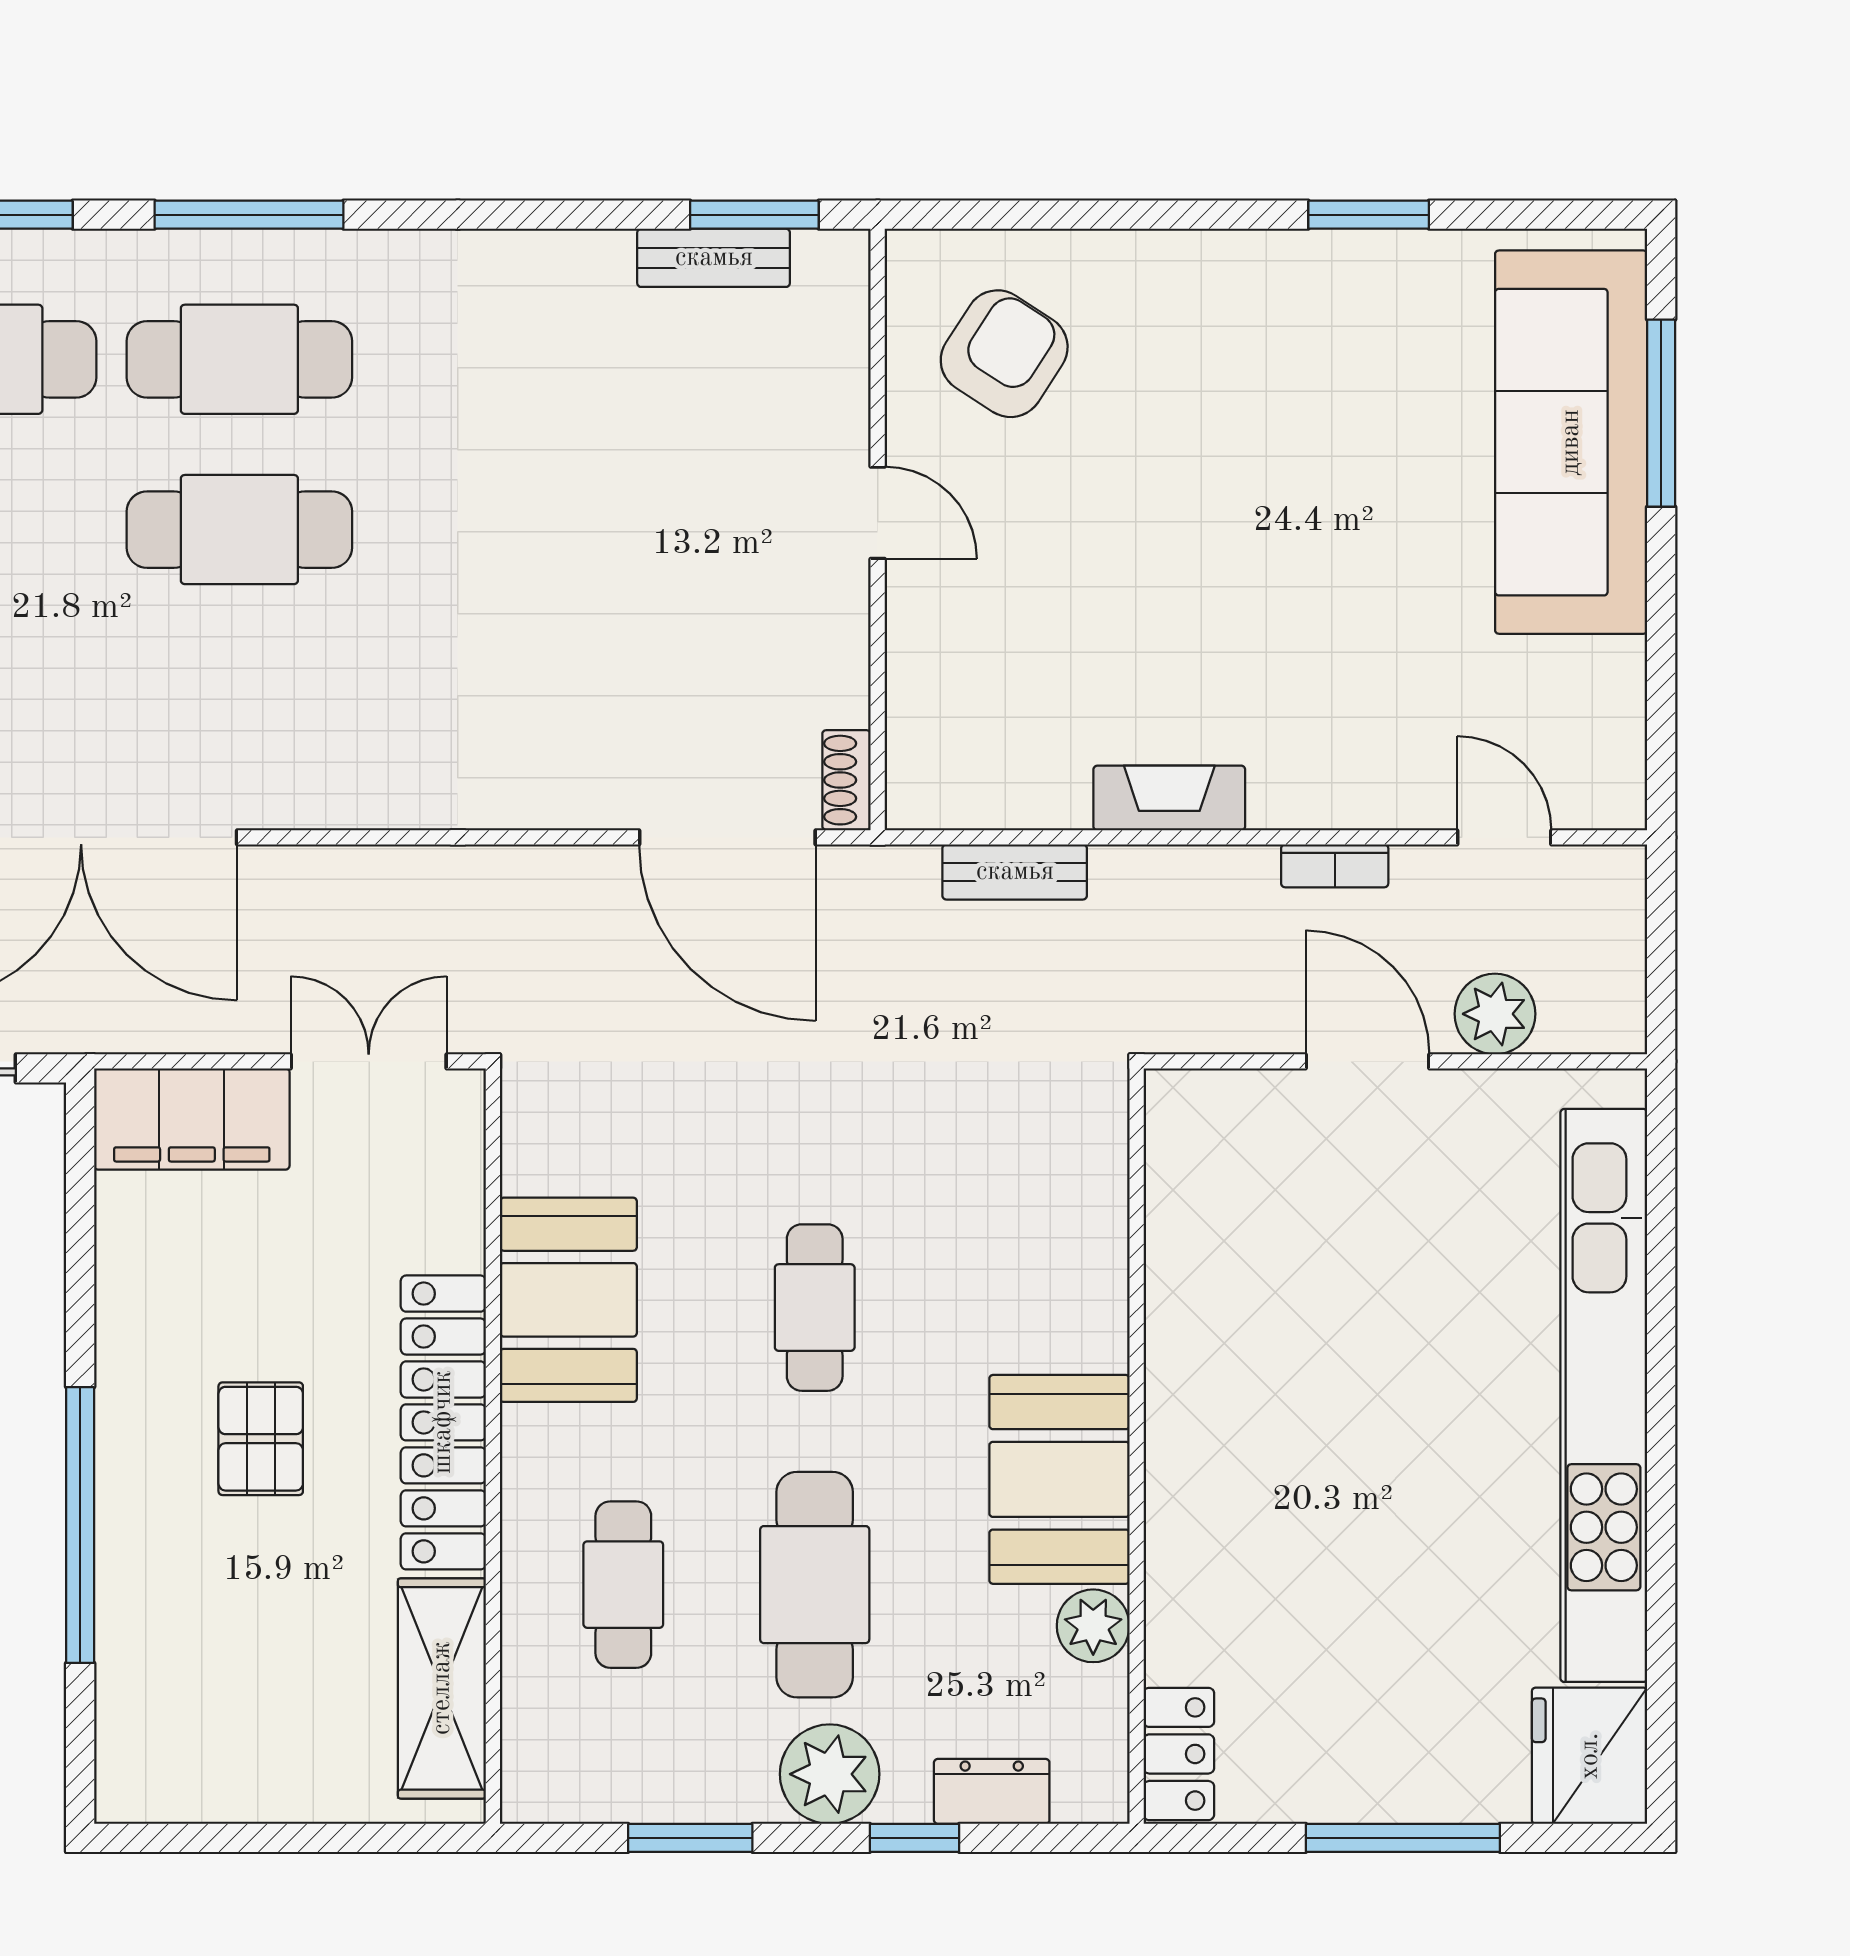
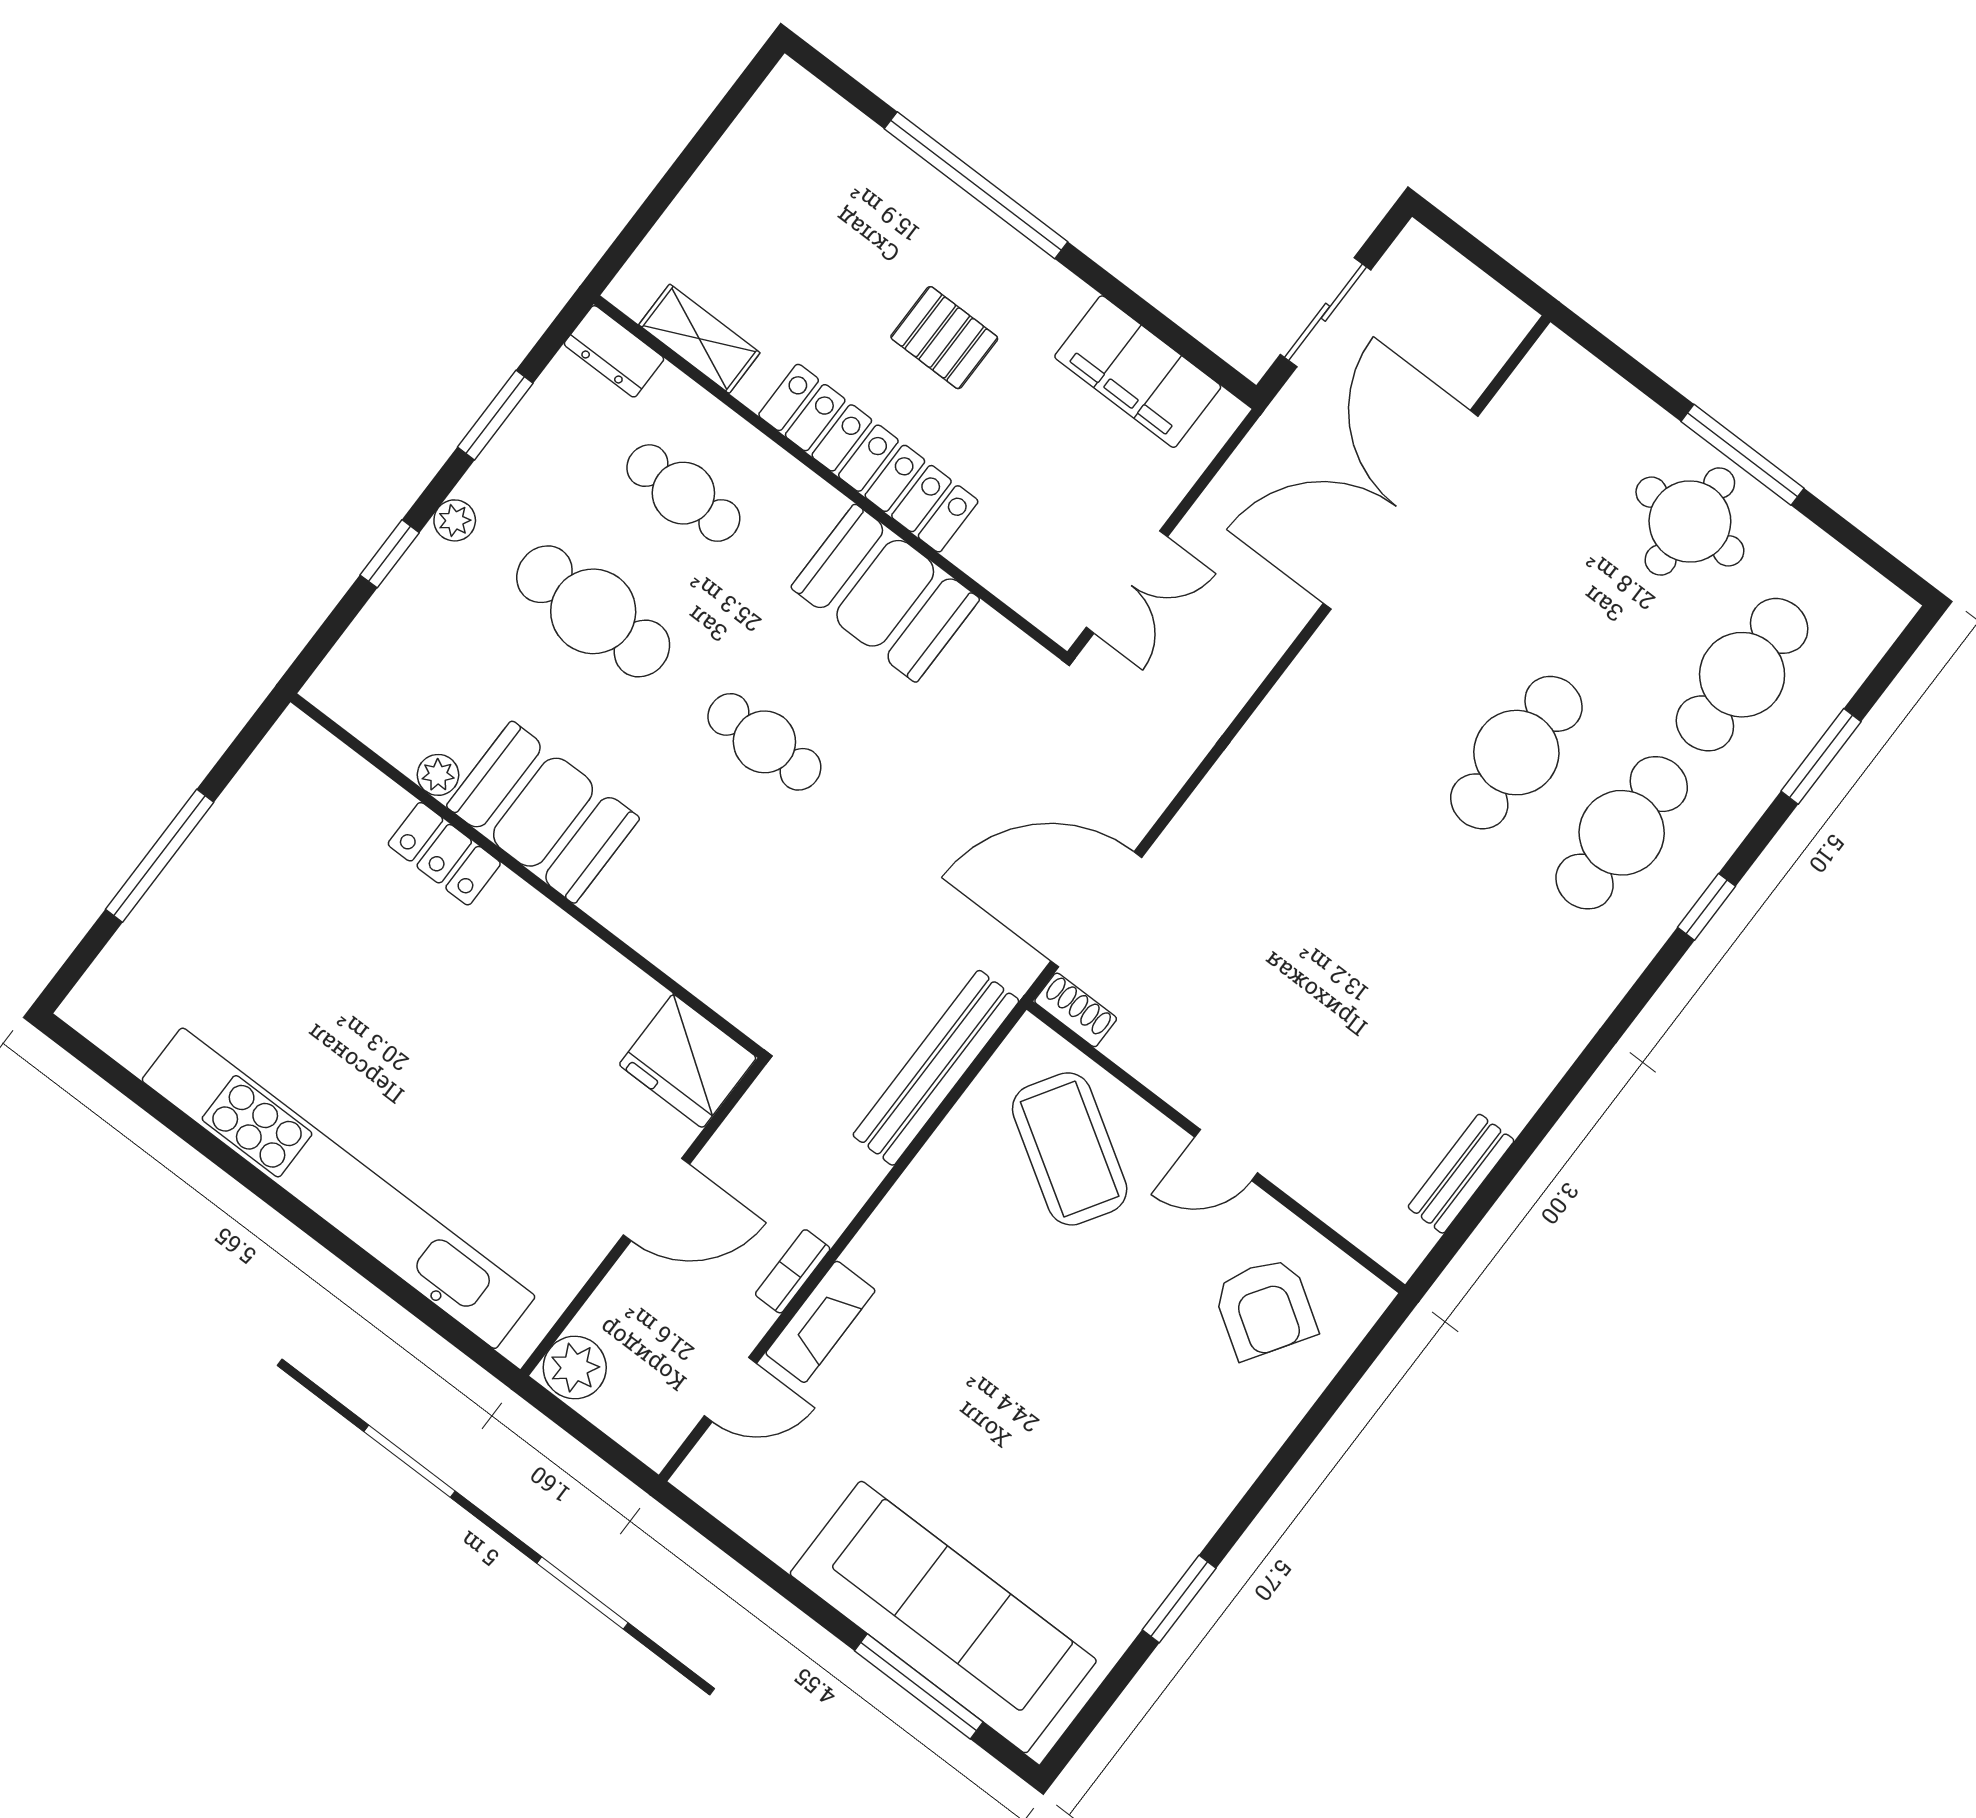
window: (249, 215) -> (1707, 907), width x0.46
window: (754, 215) -> (1468, 1219), removed
coffee table: (993, 678) -> (1070, 1149), added
fireplace: (1169, 798) -> (820, 1322), moved
bench: (1015, 872) -> (936, 1068), width x1.86, depth x1.21
plant: (1495, 1014) -> (575, 1368), moved
filing cabinet: (192, 1119) -> (1138, 372), moved, turned -90
plant: (1093, 1626) -> (438, 775), width x0.73, depth x0.73
shelving: (442, 1688) -> (699, 339), width x0.67, depth x0.75
locker: (1179, 1754) -> (444, 854), moved
fridge: (1590, 1756) -> (688, 1061), moved, turned 180
plant: (830, 1774) -> (455, 520), width x0.53, depth x0.53
dresser: (992, 1791) -> (614, 351), moved, turned 90

